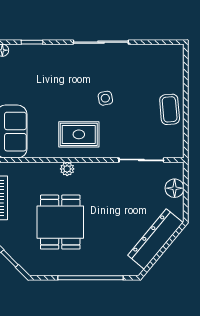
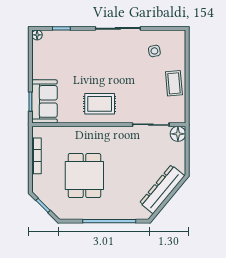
side table: (105, 98) -> (154, 51), moved
plant: (67, 169) -> (90, 132), removed
floor lamp: (175, 188) -> (178, 134), moved

